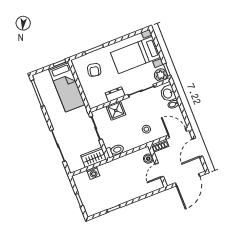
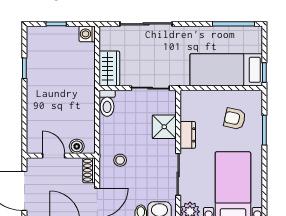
washing machine: (93, 173) -> (87, 34), moved

